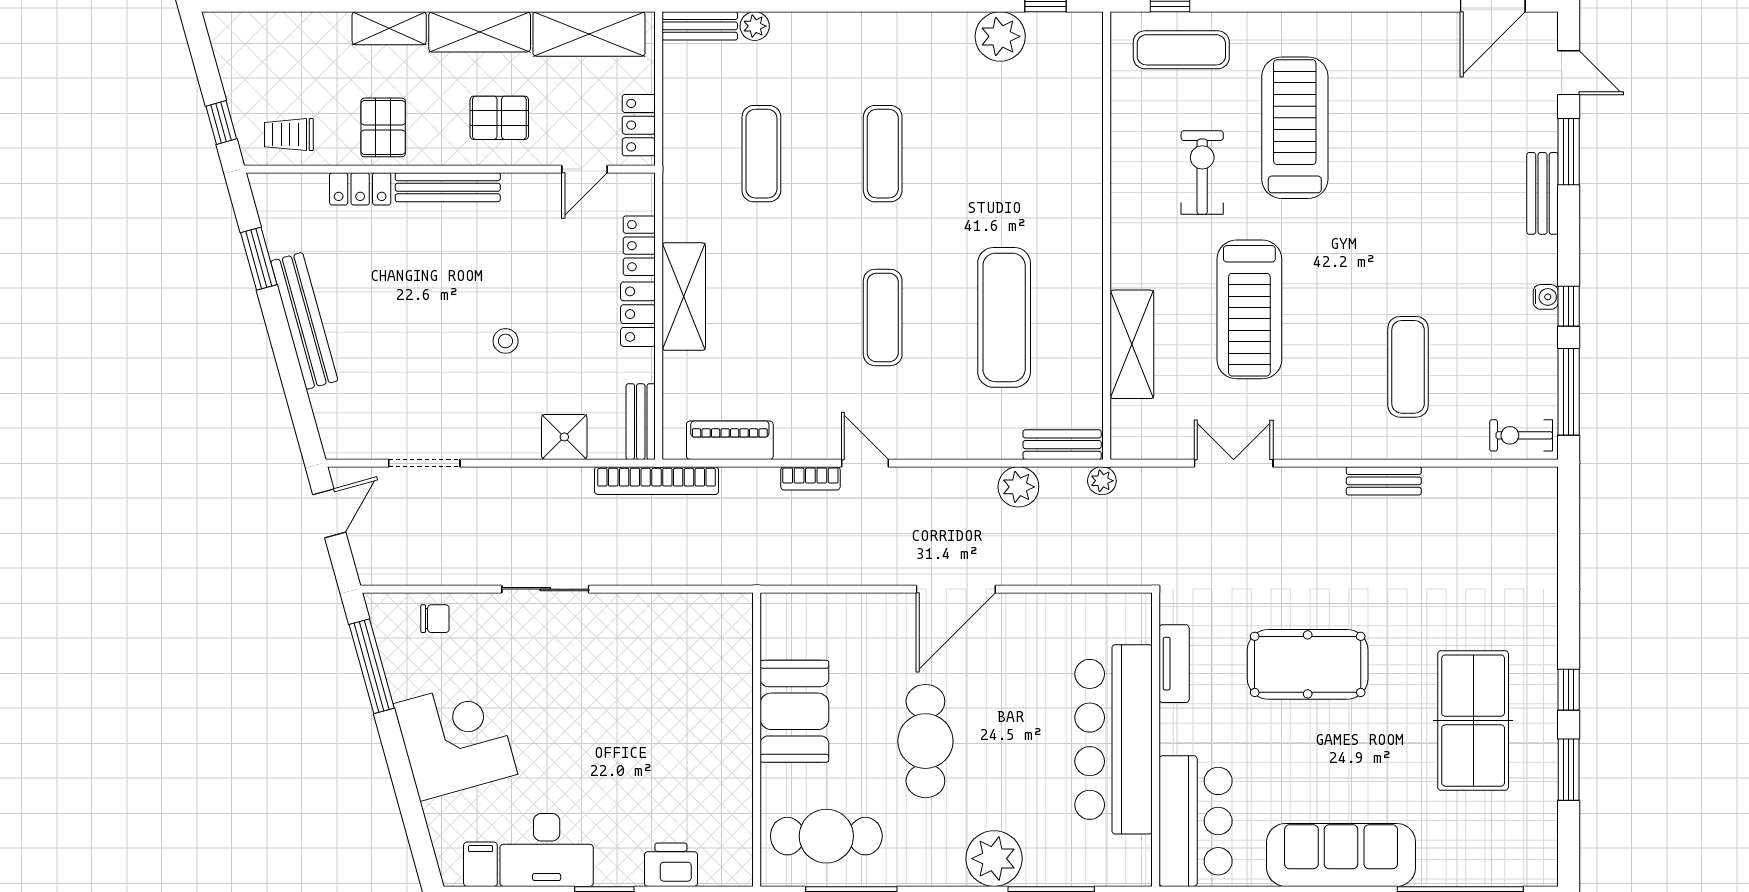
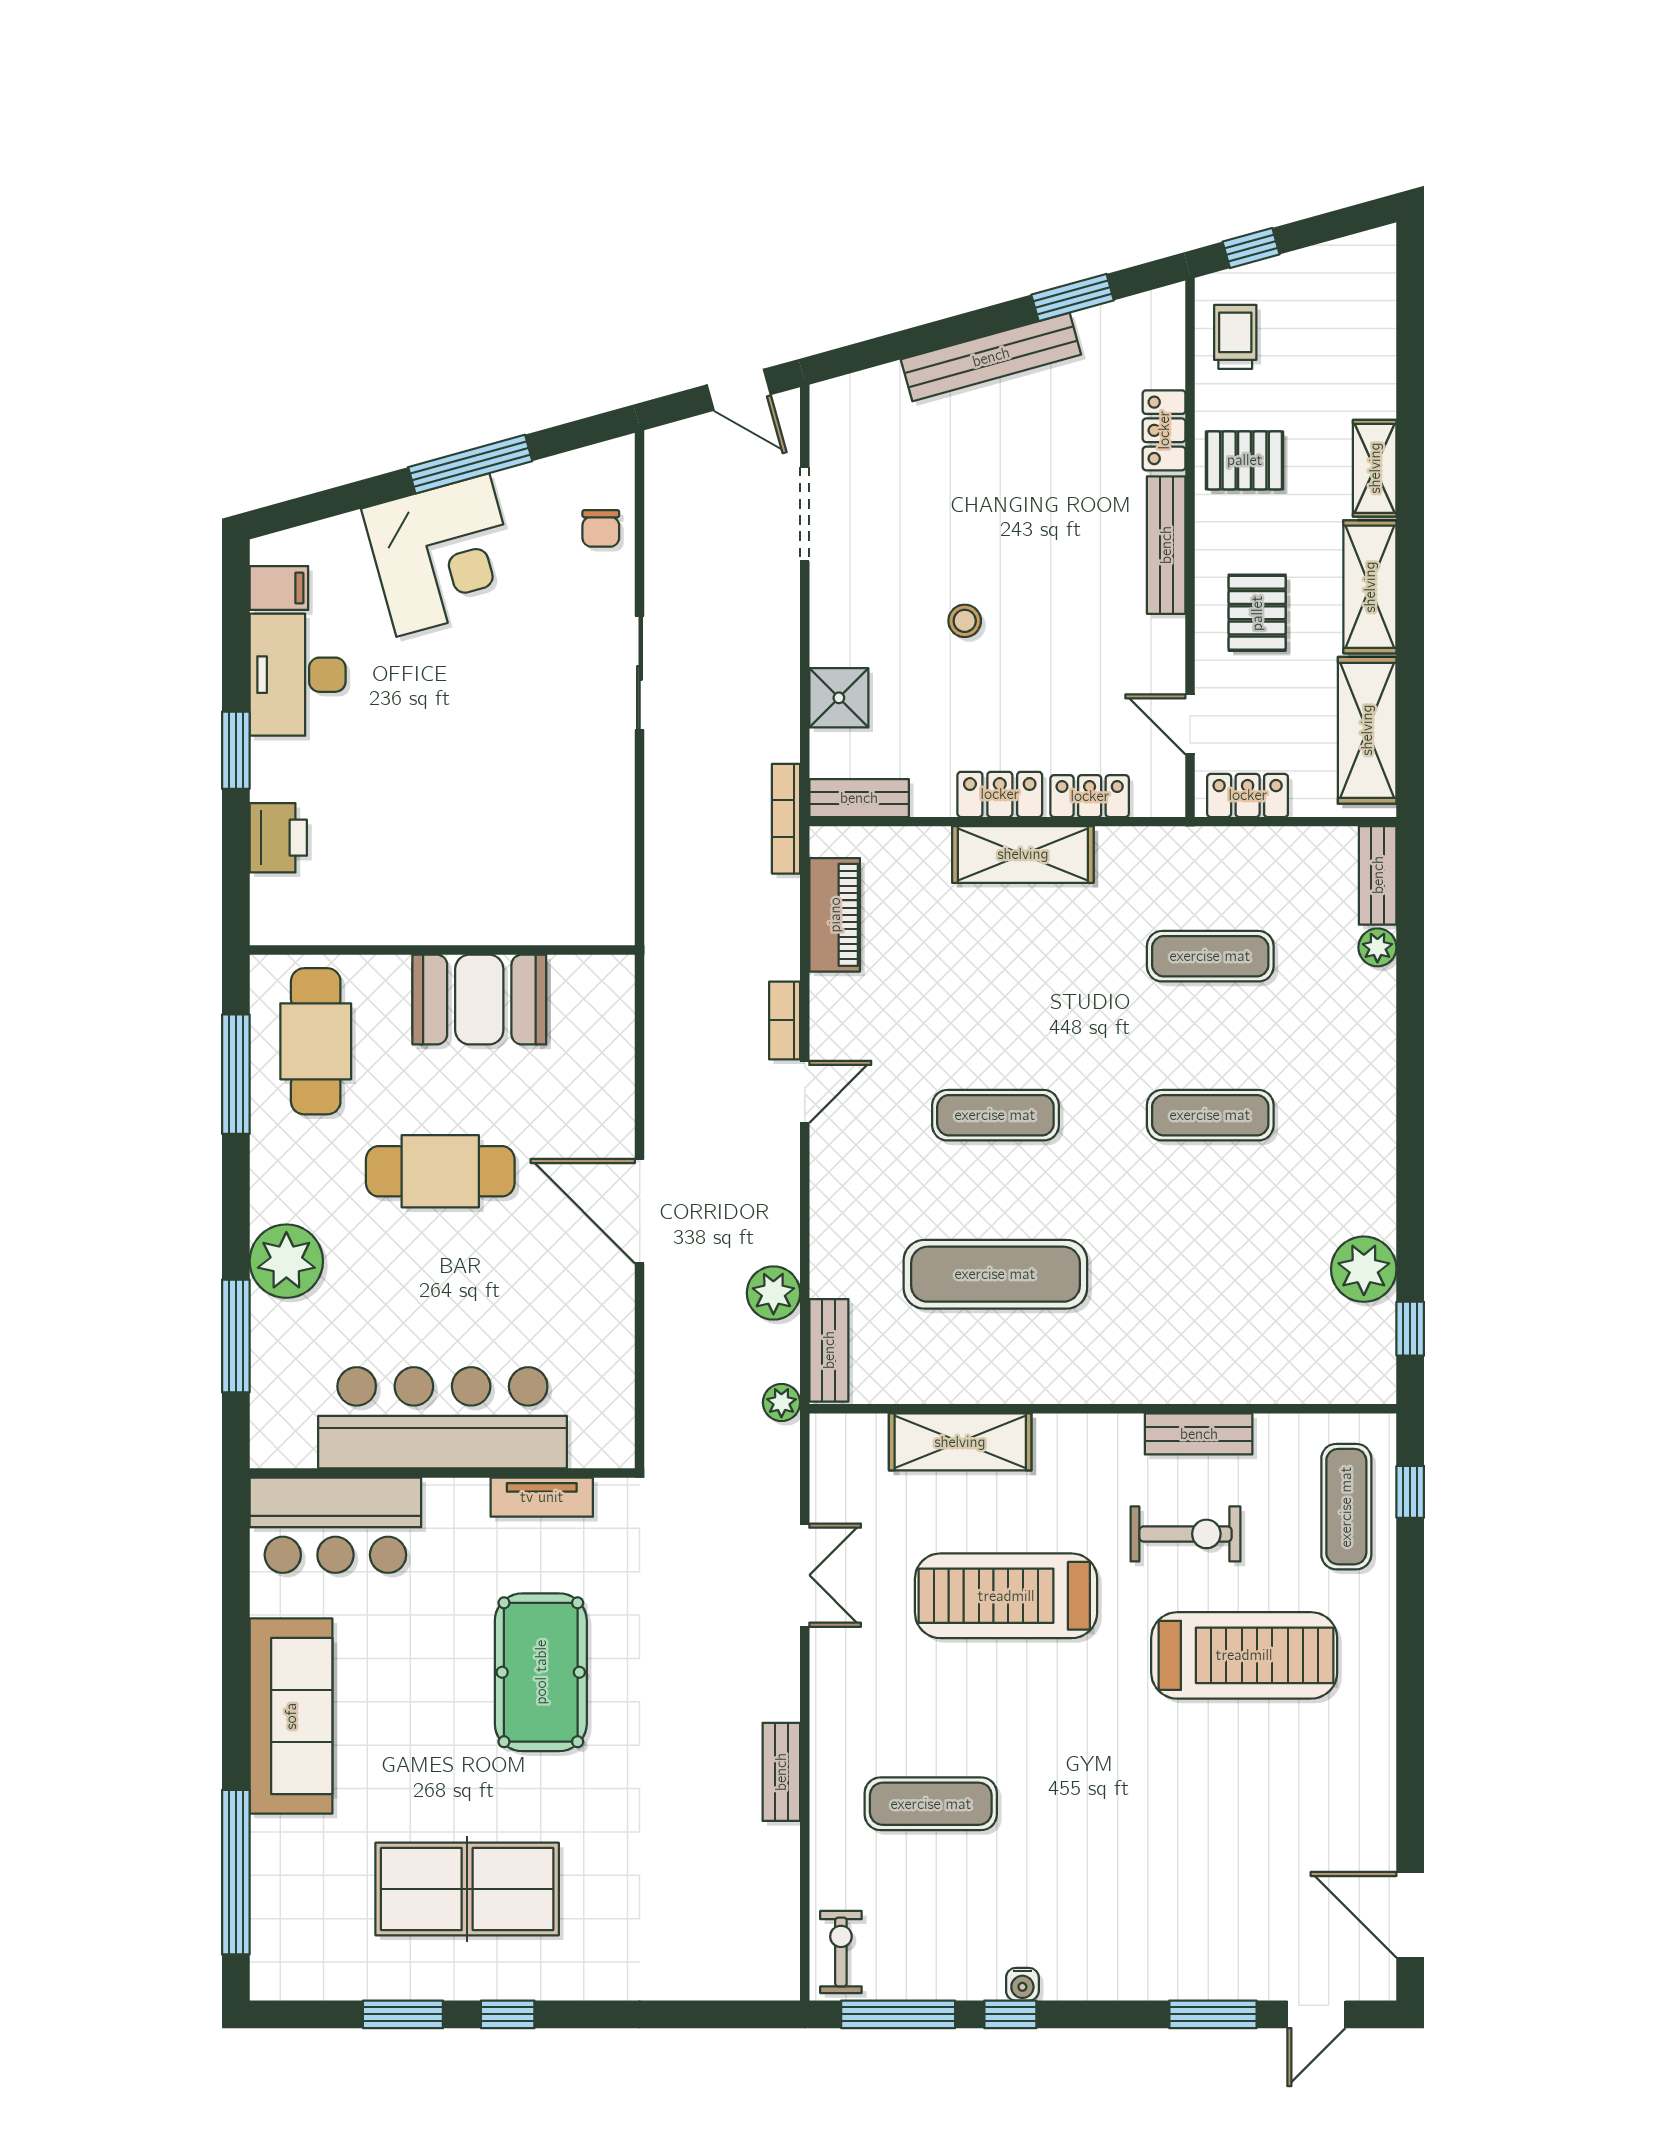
bench: (1543, 193) -> (1199, 1434), moved
bookcase: (657, 481) -> (786, 819), width x0.68, depth x0.76
window: (372, 666) -> (470, 464), moved

